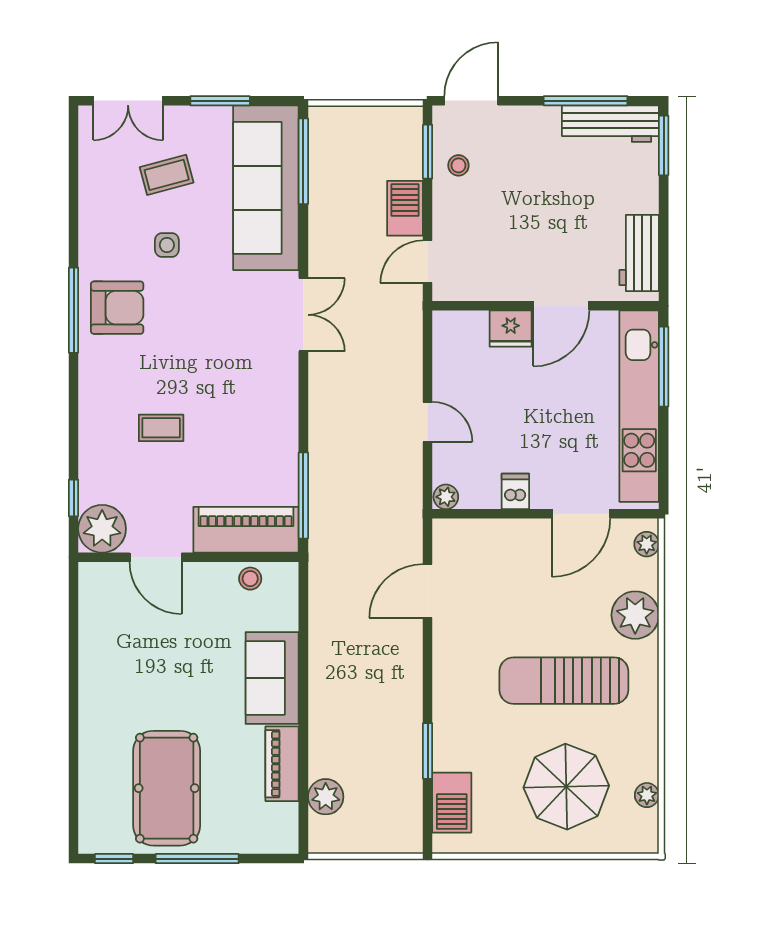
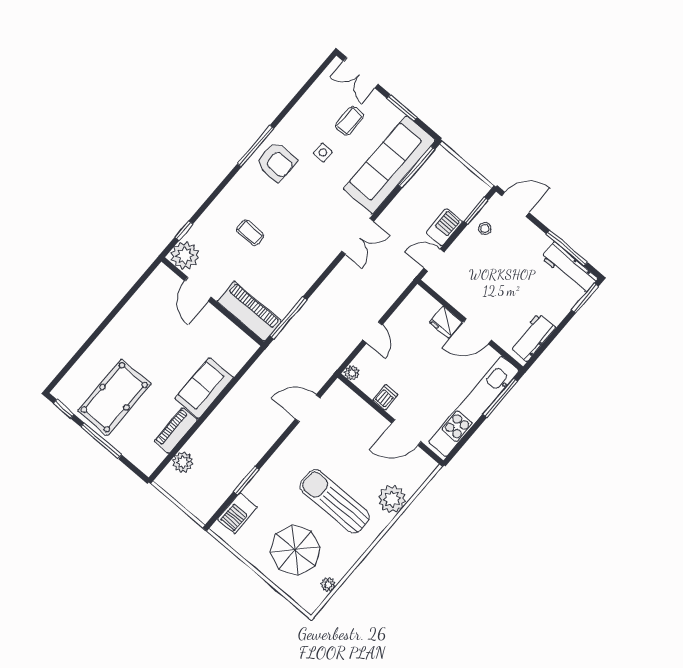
coffee table: (167, 175) -> (350, 121), turned -75
plant: (647, 544) -> (424, 471), removed
stool: (250, 579) -> (232, 335), removed

